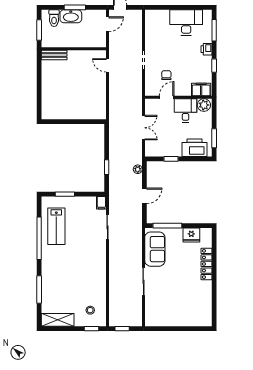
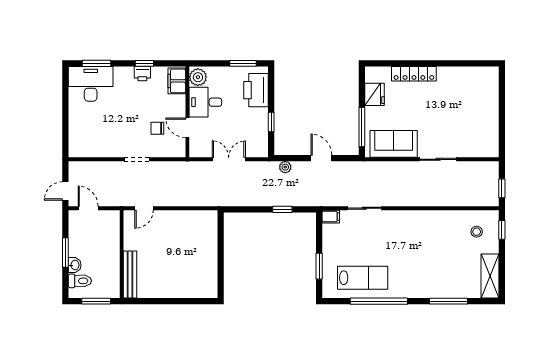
washbasin: (71, 16) -> (75, 265), width x0.52, depth x0.69
desk: (186, 23) -> (91, 84), moved, turned 90
printer: (207, 49) -> (142, 74), moved
bench: (54, 55) -> (130, 274), width x1.36

